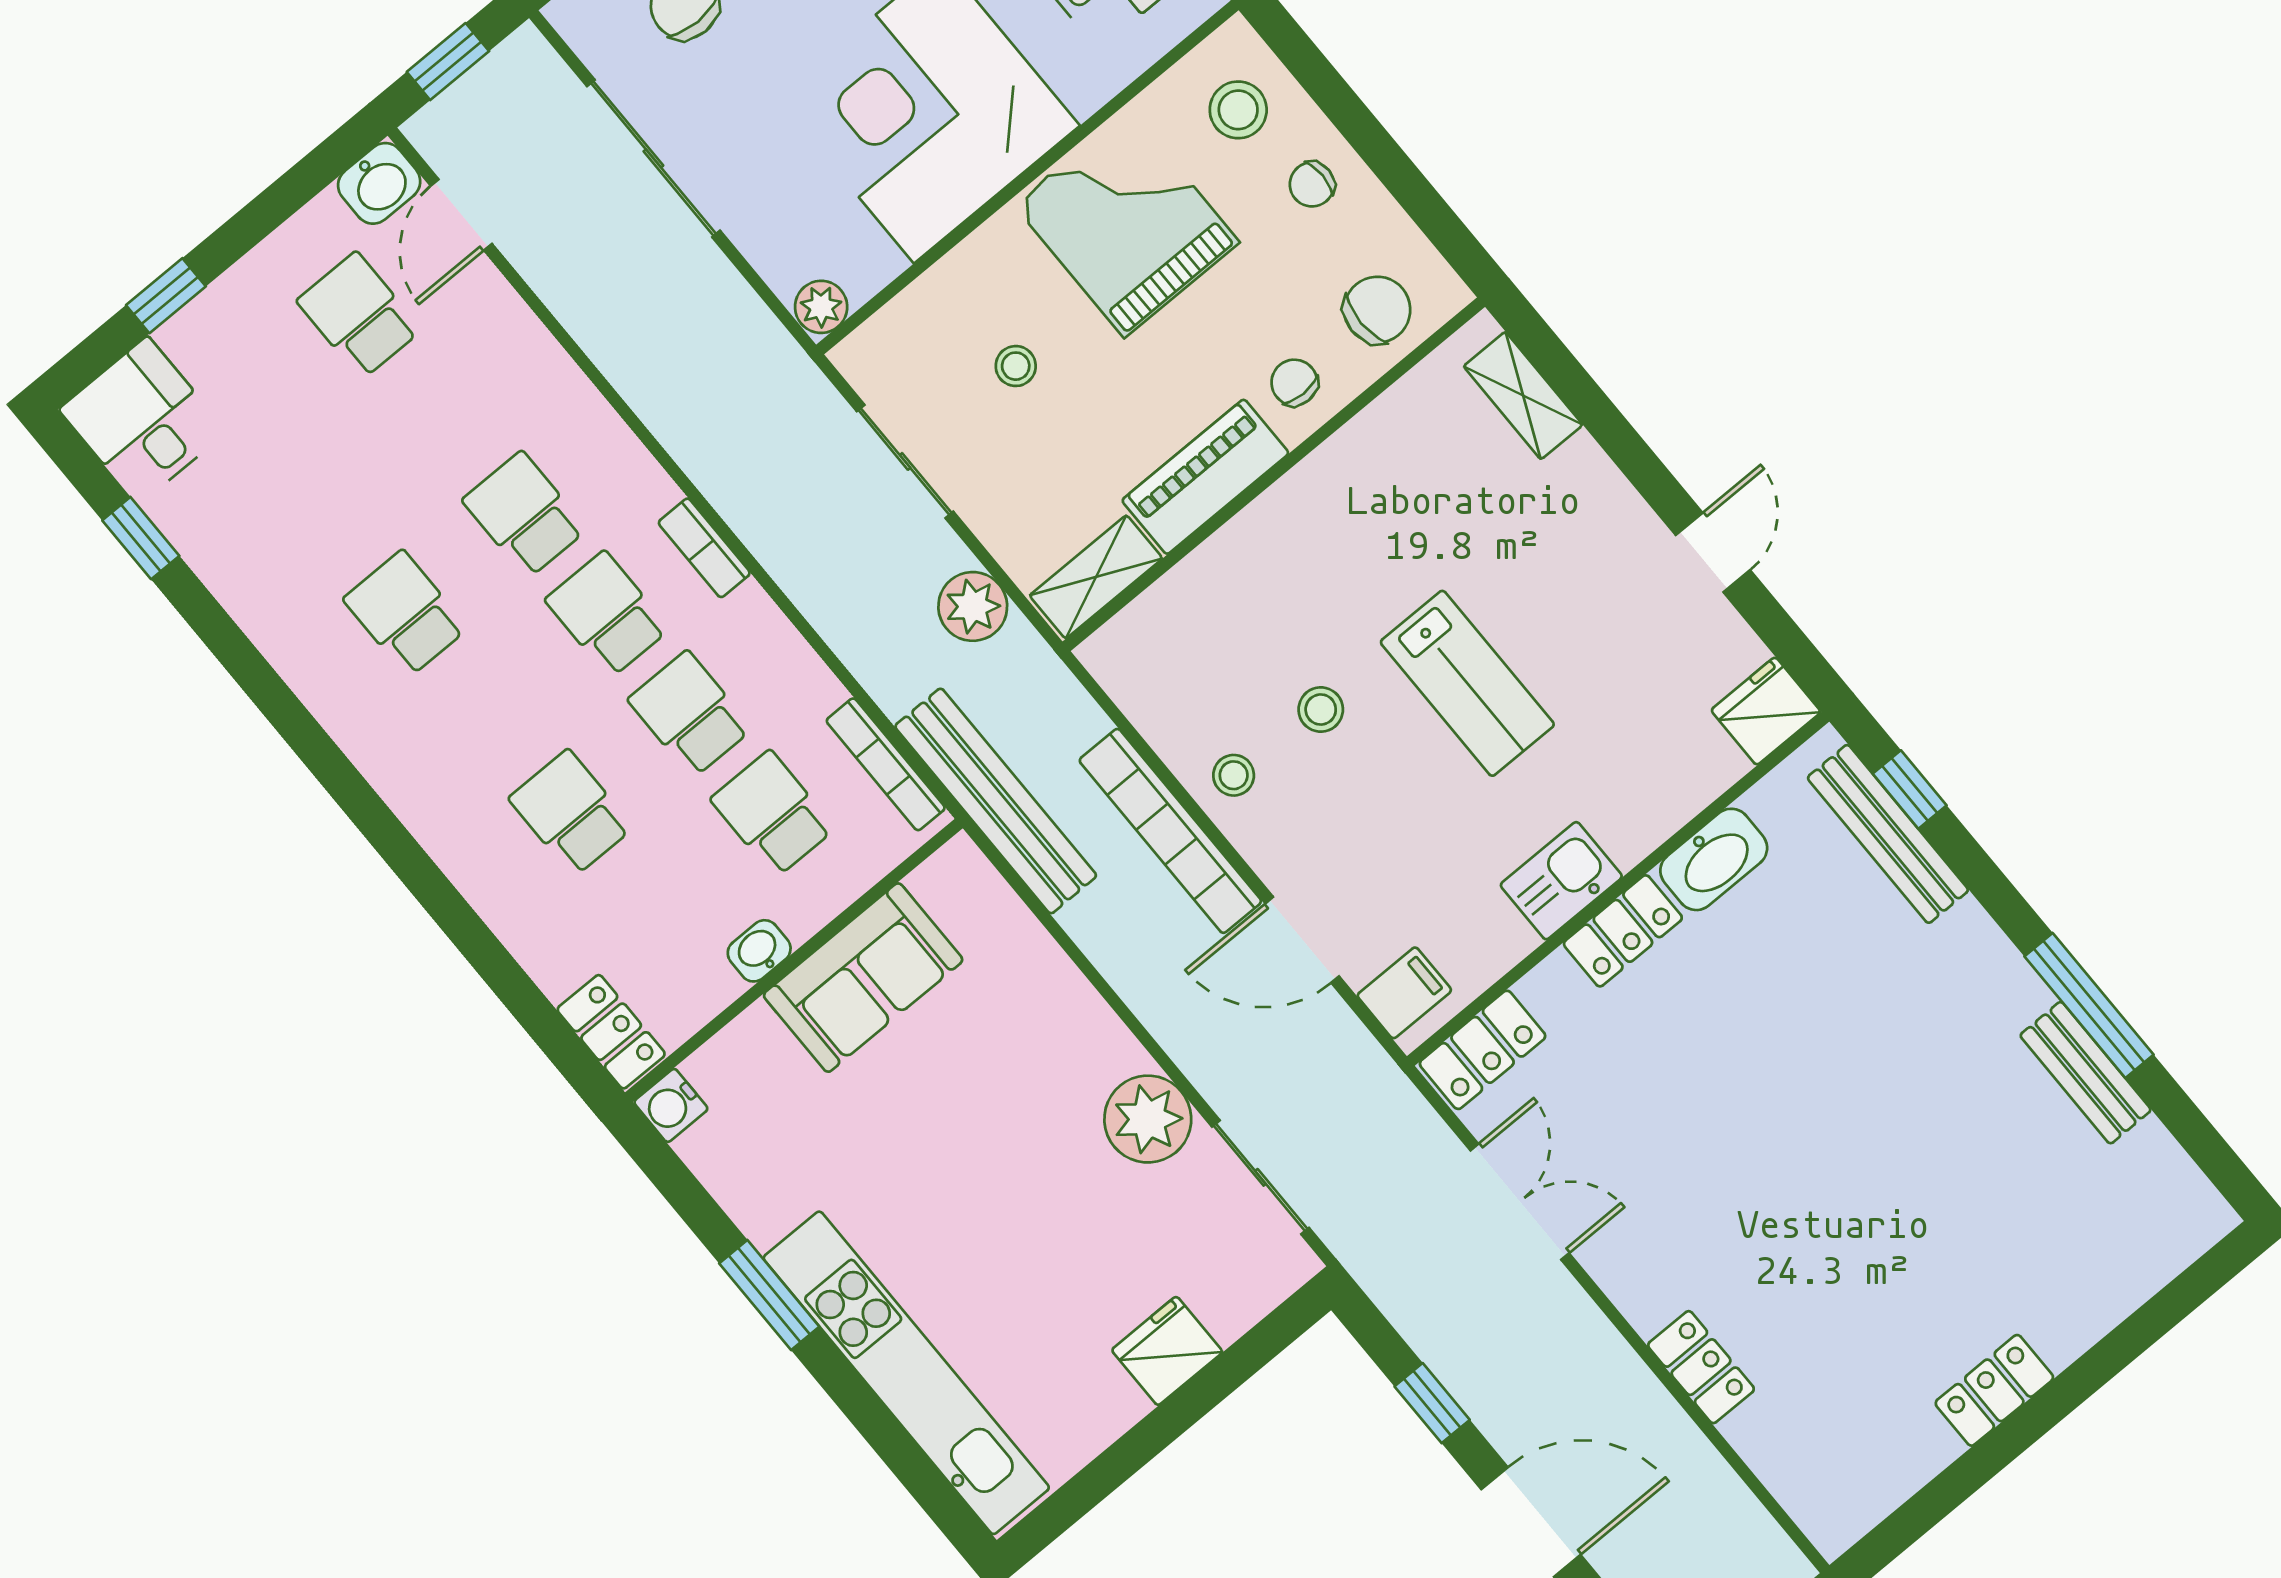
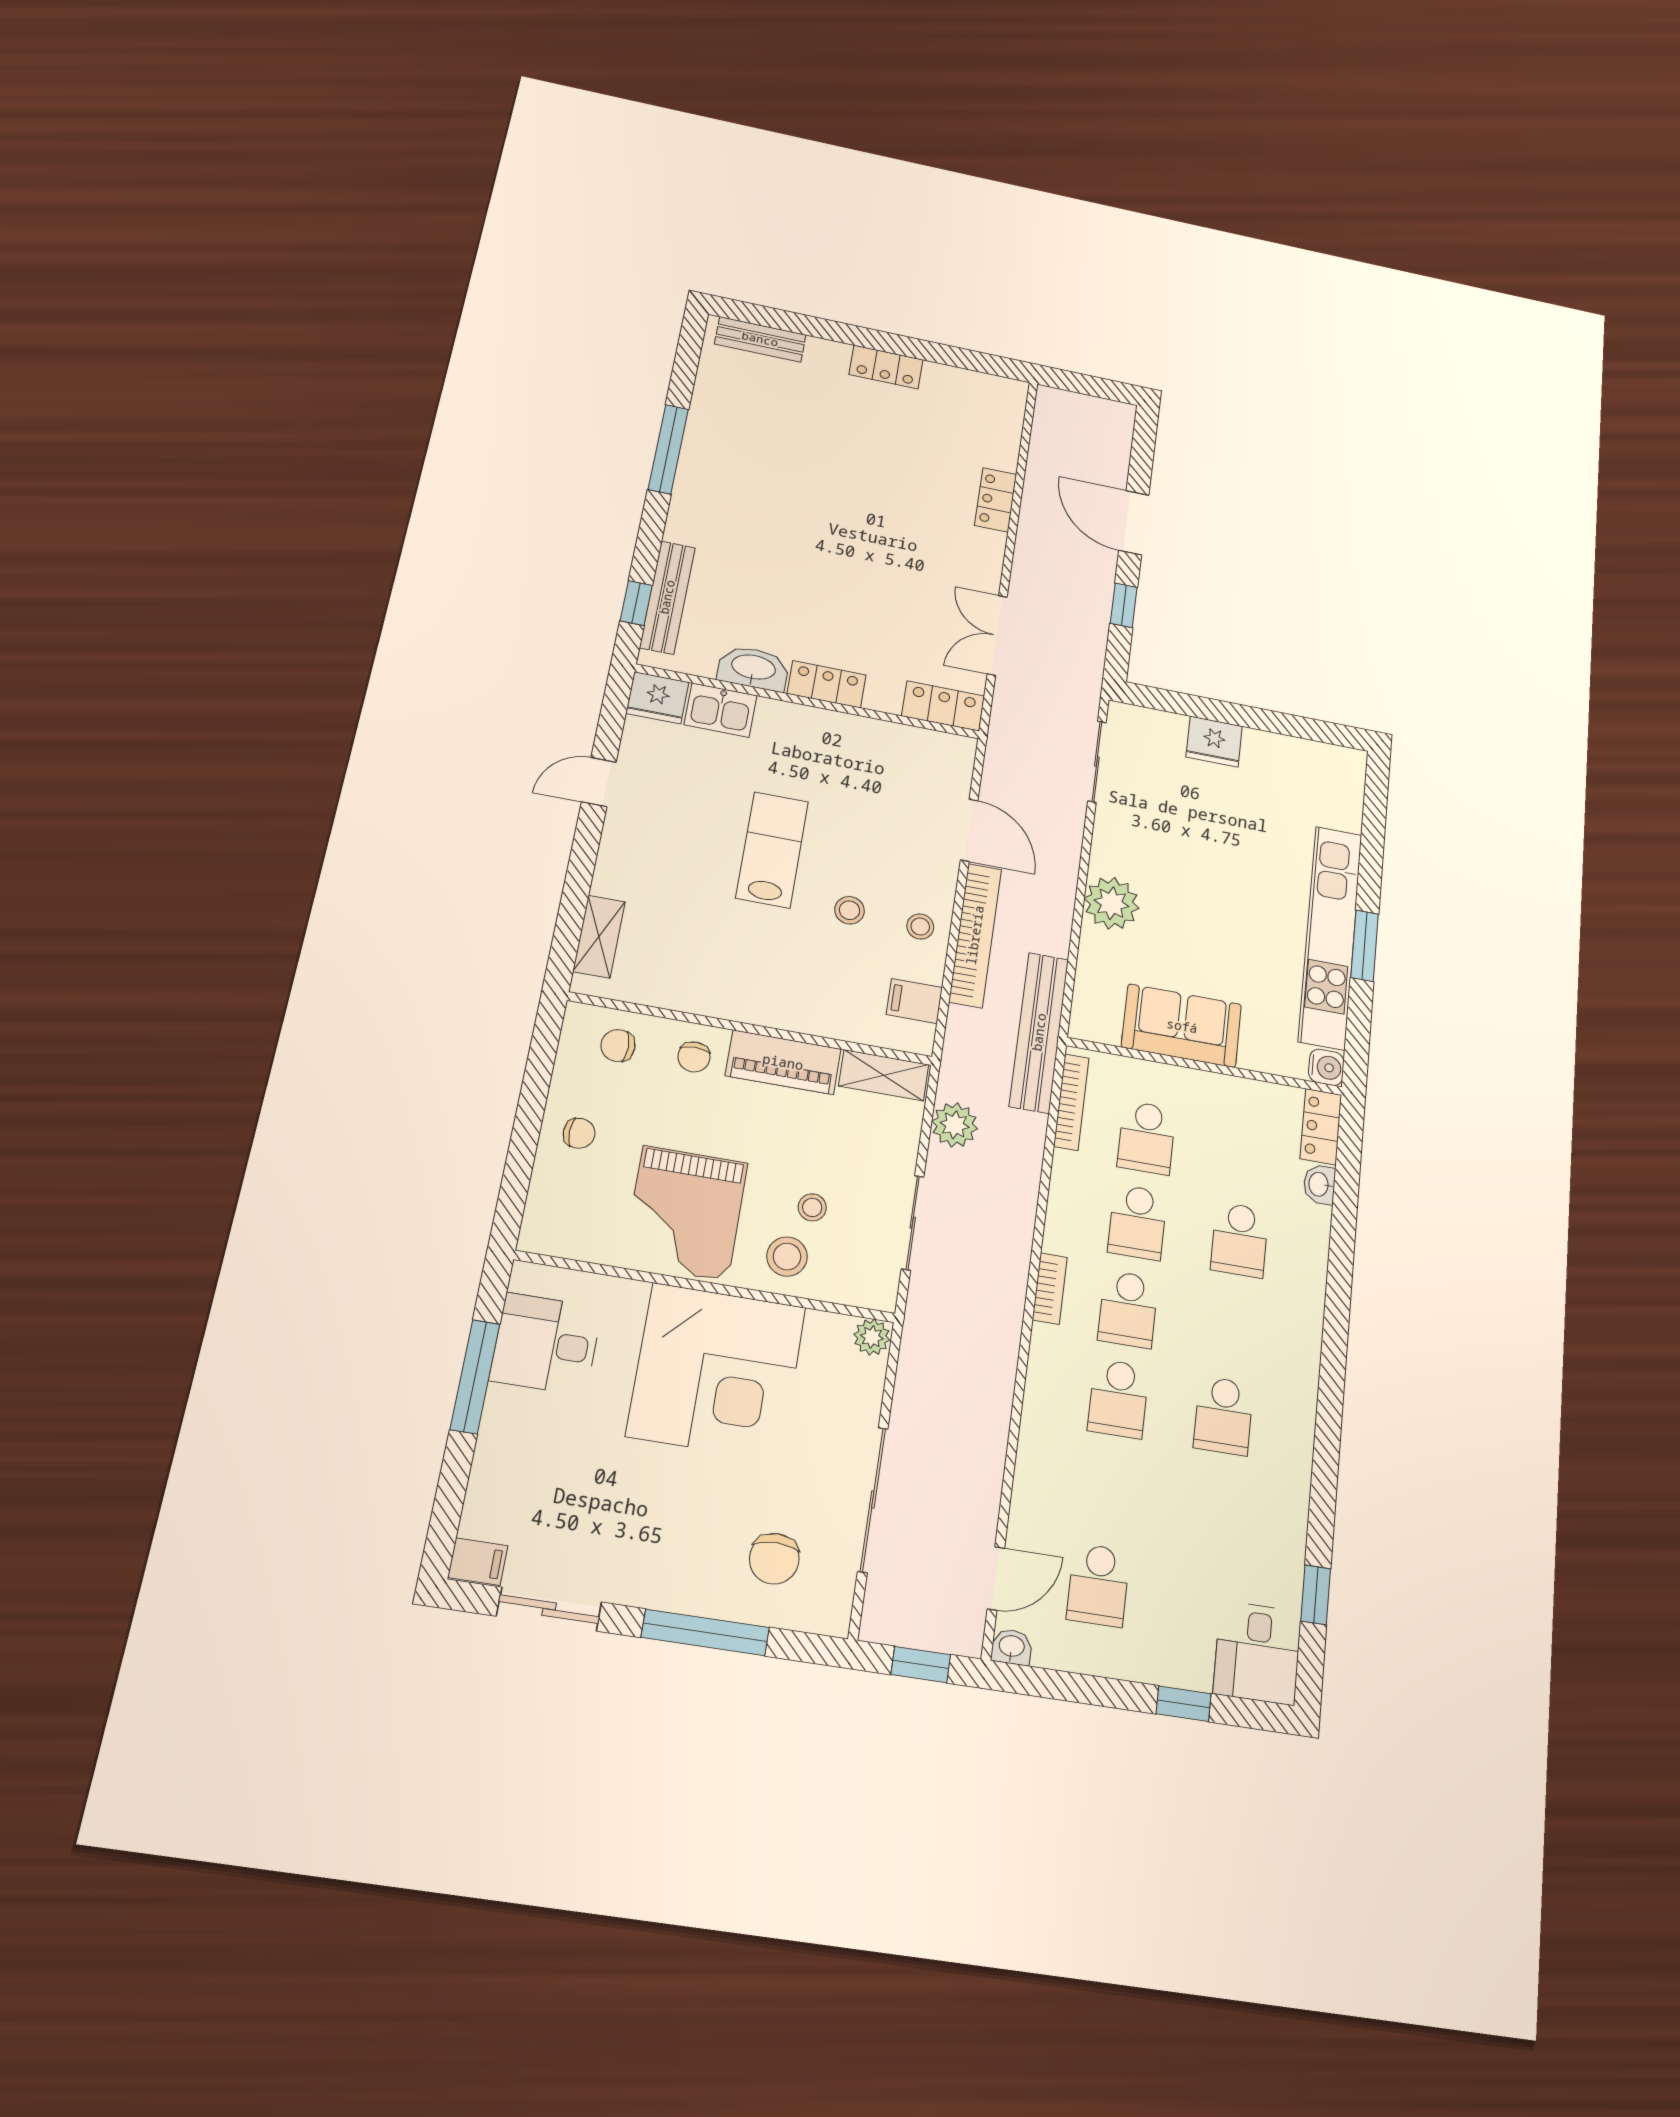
stool: (1238, 110) -> (787, 1257), moved
washbasin: (379, 183) -> (1012, 1647), width x0.72, depth x0.69
chair: (1377, 310) -> (618, 1046), width x0.73, depth x0.73
kitchen sink: (1561, 881) -> (720, 710), moved
washbasin: (759, 951) -> (1319, 1184), moved, turned 90
filing cabinet: (1404, 993) -> (914, 1001), moved
bench: (2086, 1073) -> (760, 339), moved, turned 90
plant: (1148, 1119) -> (1112, 903), moved
kitchen unit: (906, 1373) -> (1330, 937), moved

